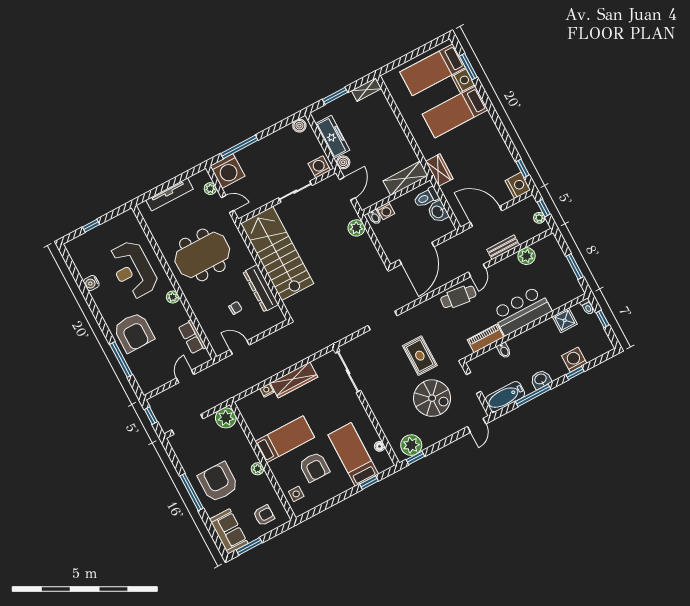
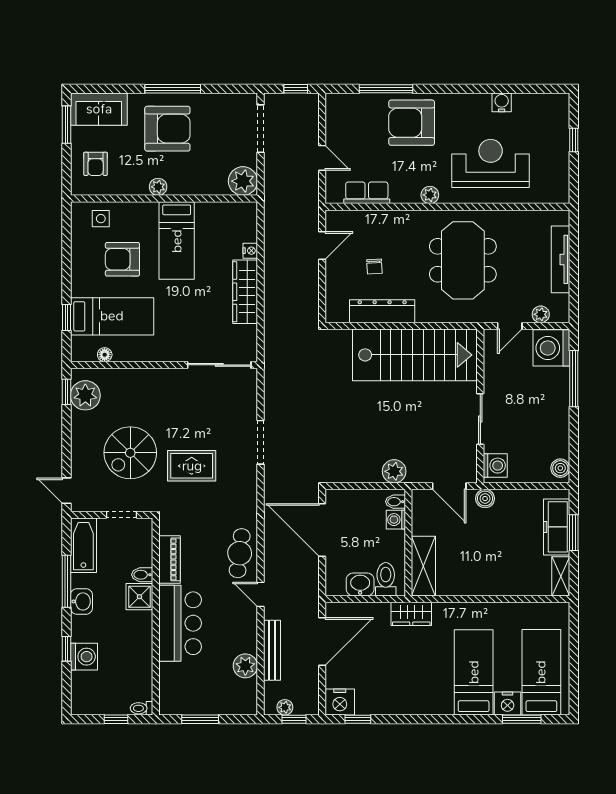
freezer: (333, 137) -> (557, 527), moved, turned 90
bench: (503, 247) -> (272, 650), width x1.36
shower: (565, 320) -> (139, 597), moved

